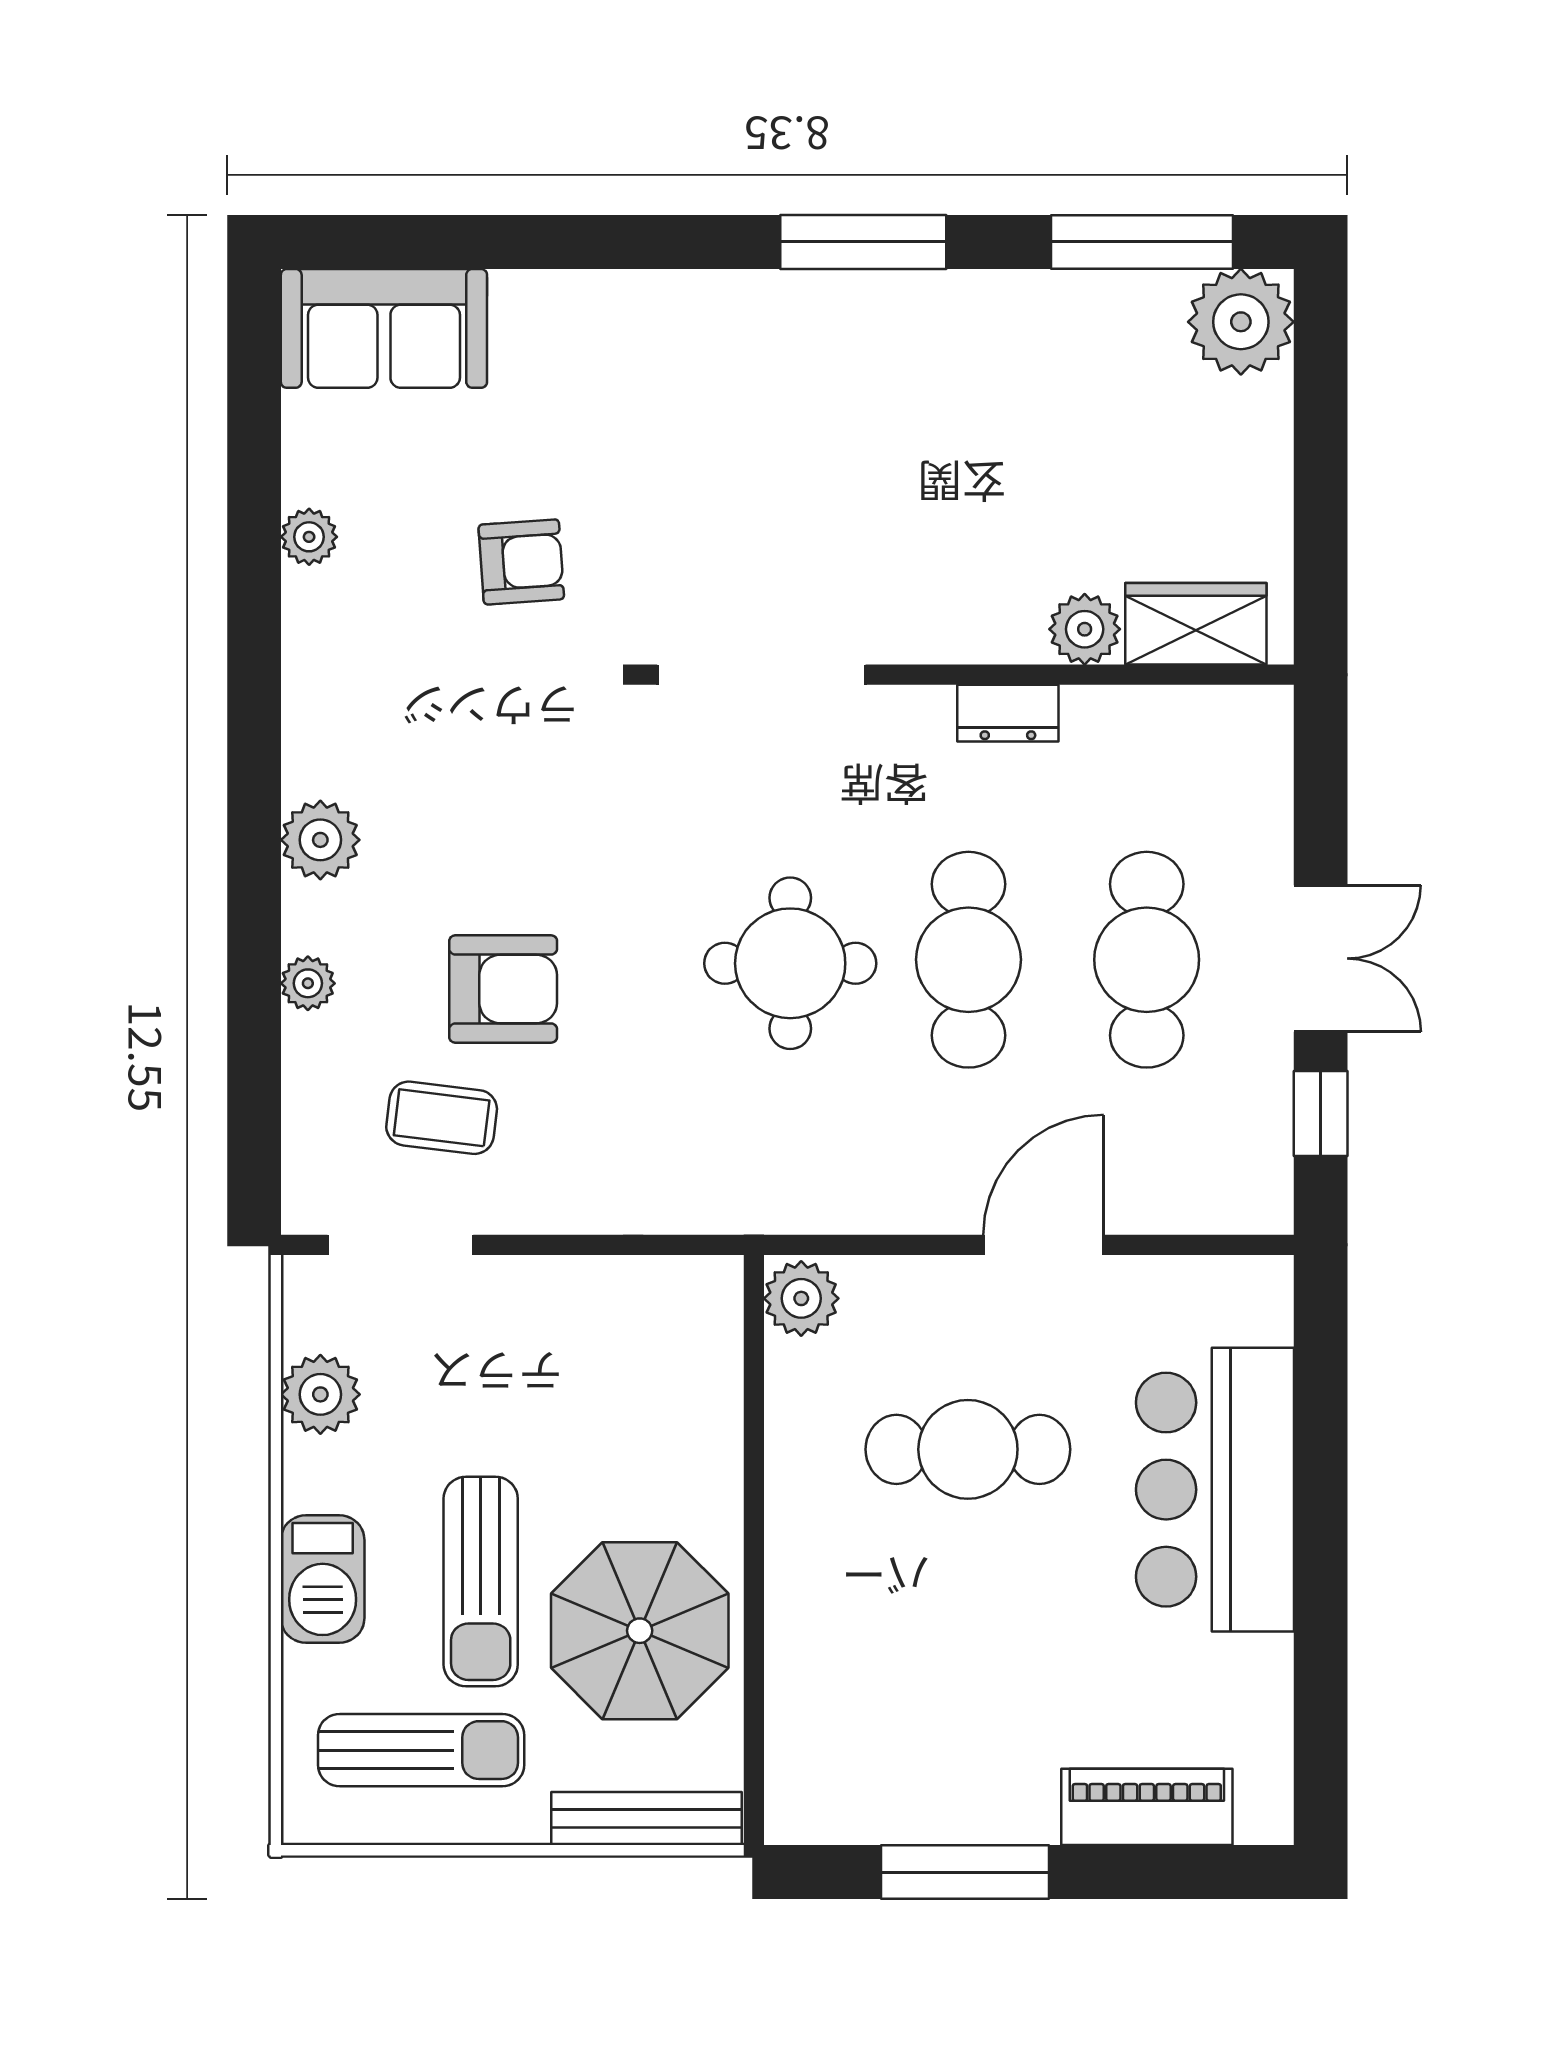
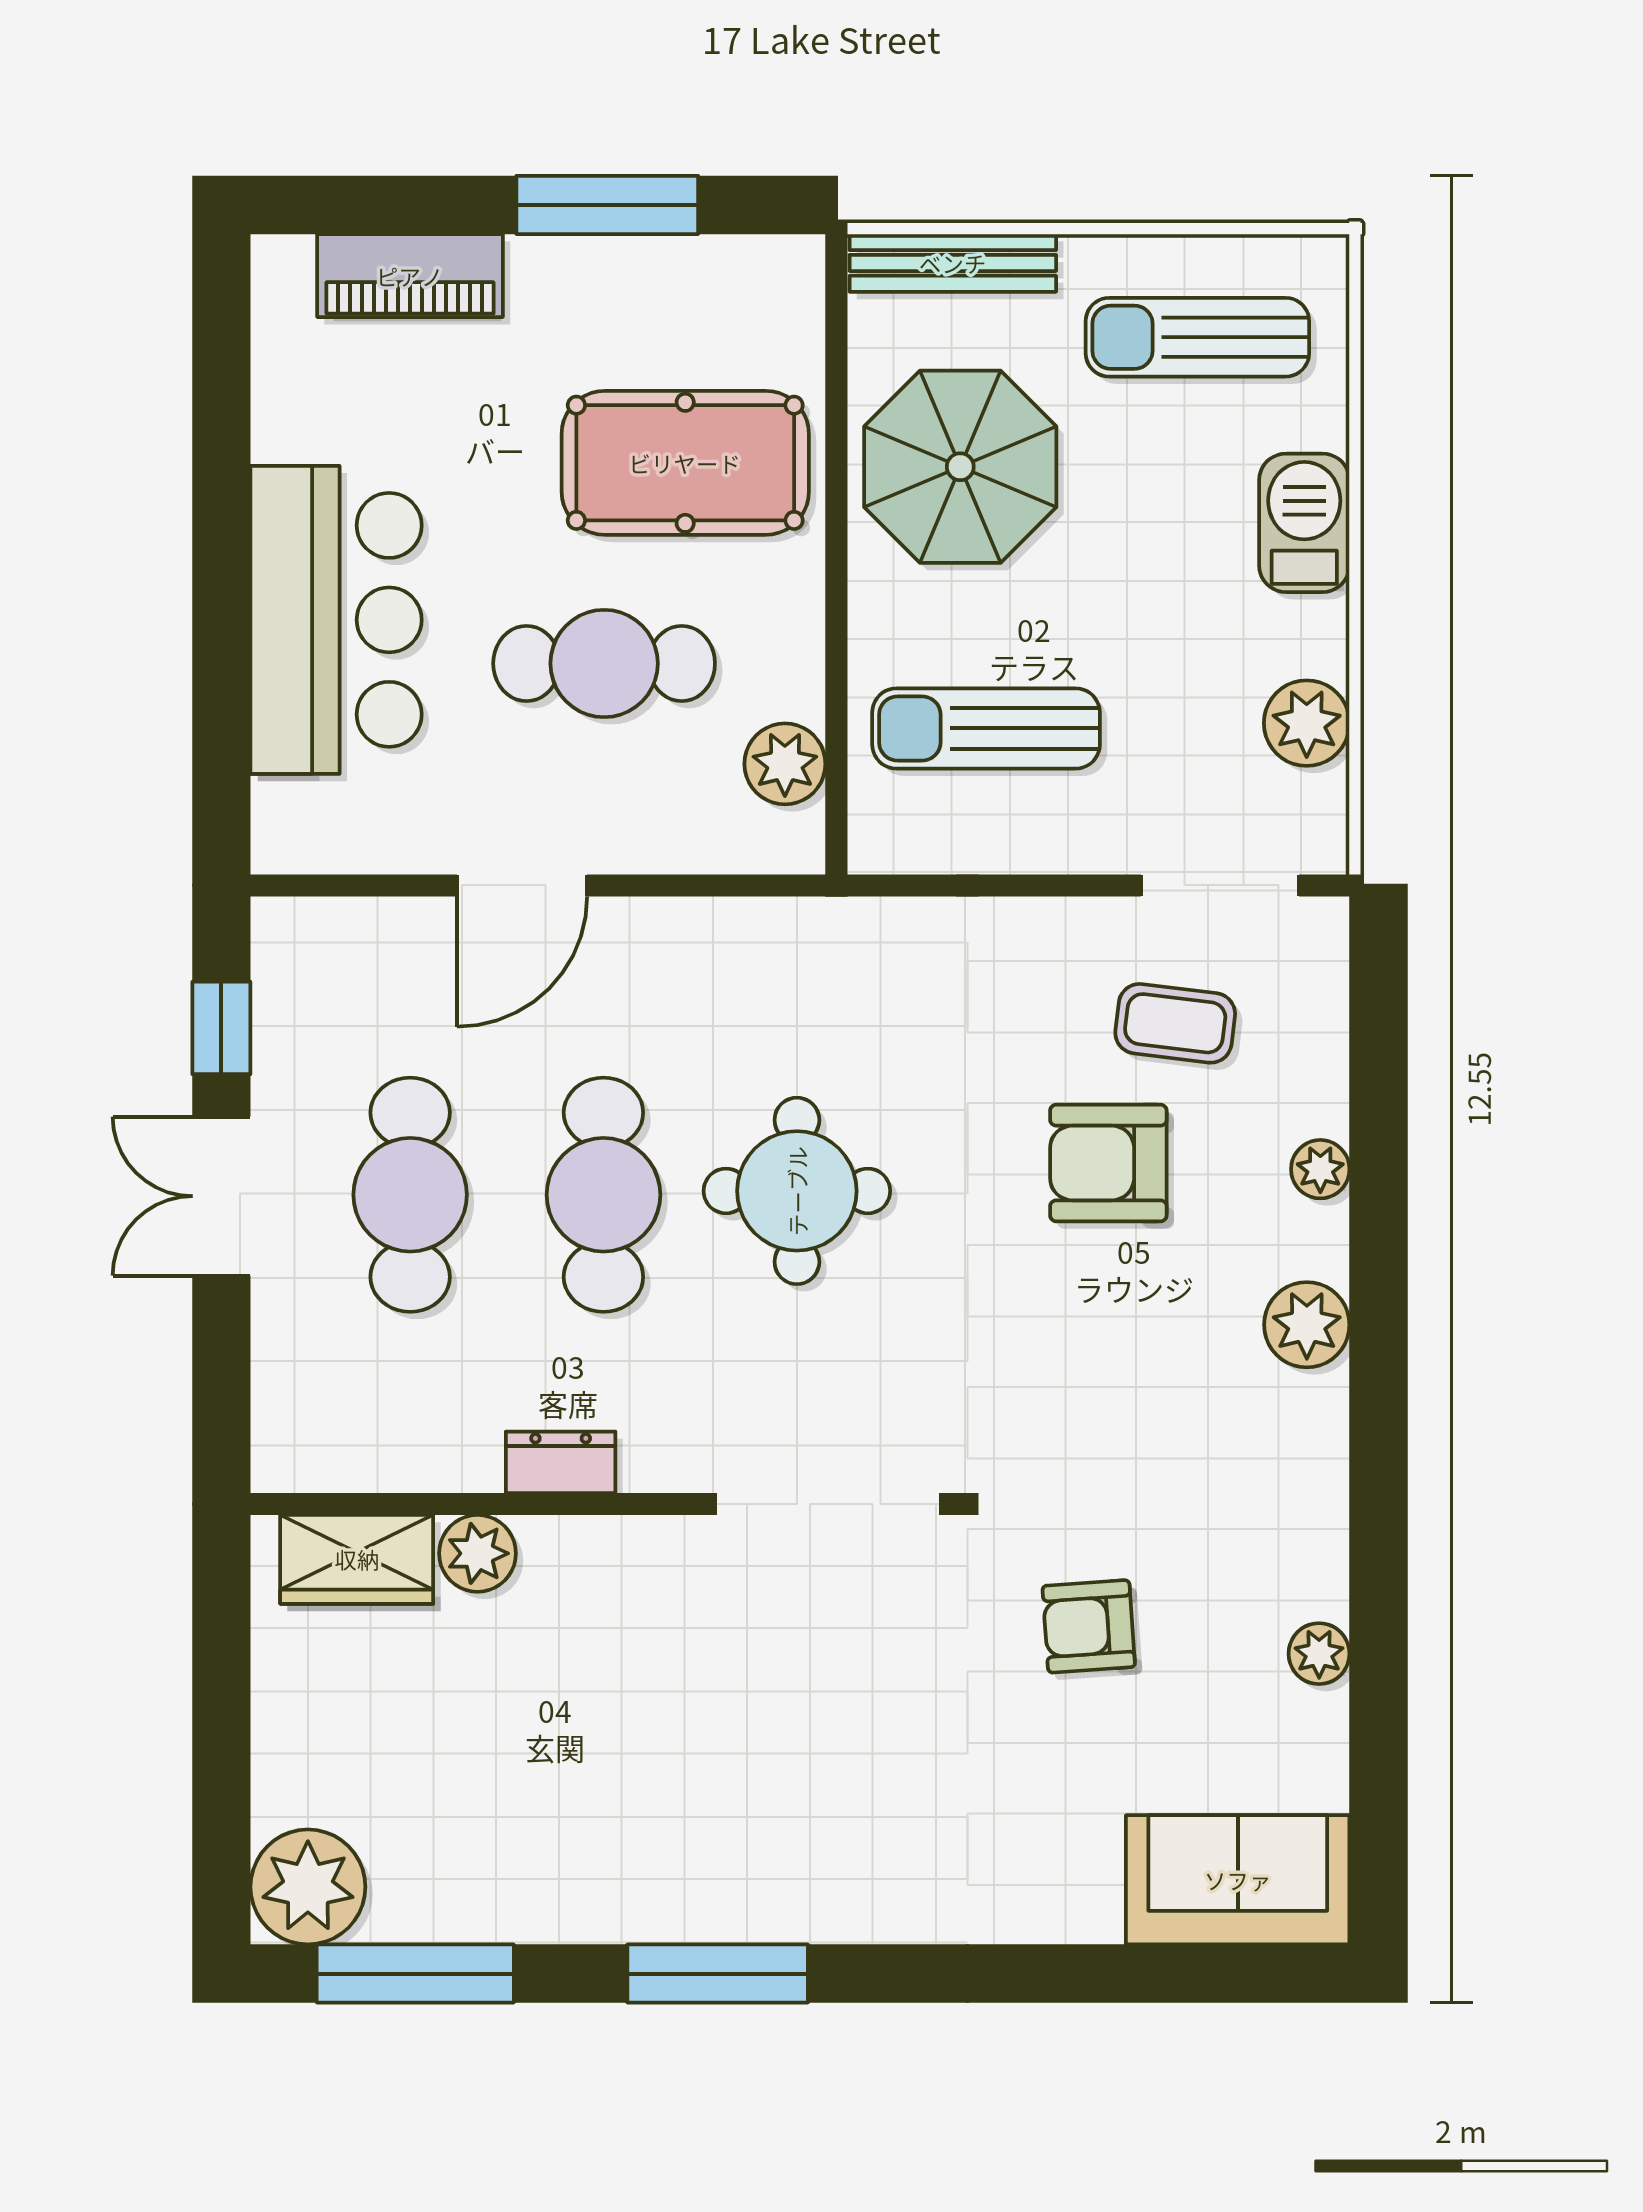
plant: (801, 1298) -> (785, 764), moved
sun lounger: (481, 1581) -> (986, 728), moved, turned -90
pool table: (893, 1634) -> (685, 463), added

